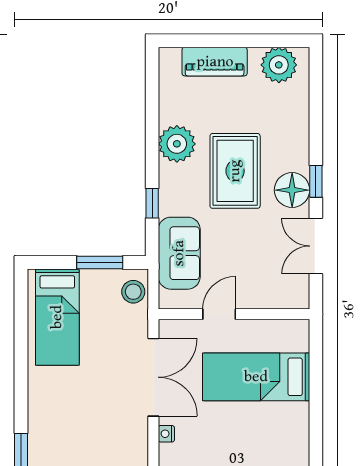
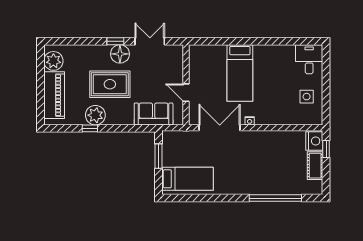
piano: (215, 62) -> (54, 95), width x1.37, depth x1.33
window: (152, 203) -> (90, 128), moved
double door: (316, 246) -> (150, 41), swing flipped
stool: (133, 292) -> (174, 138), removed
bed: (256, 377) -> (240, 73), moved

